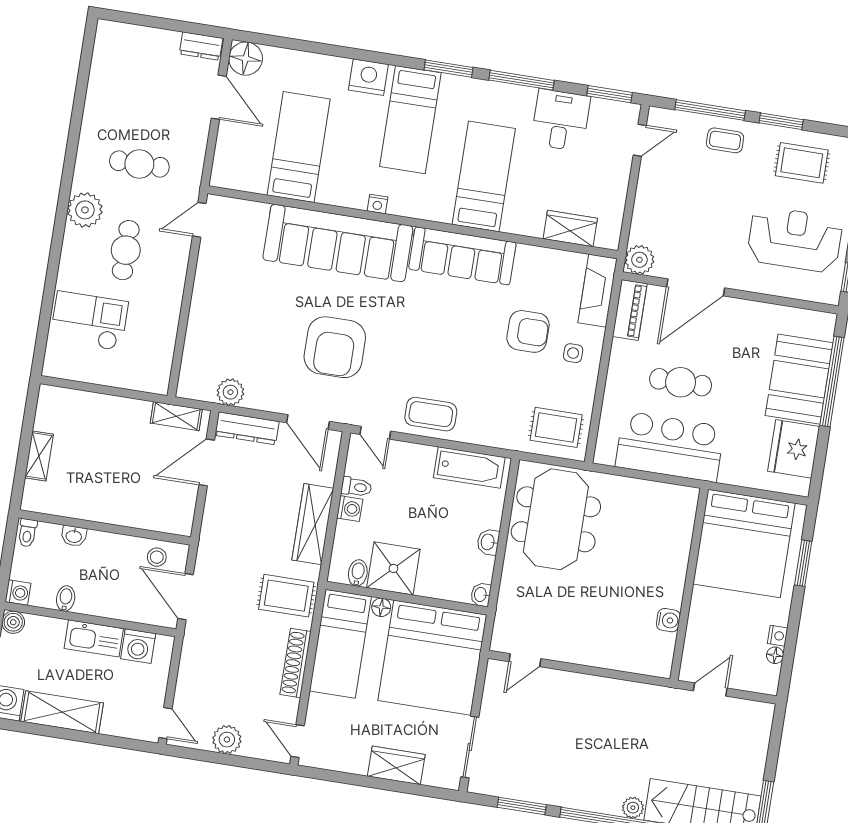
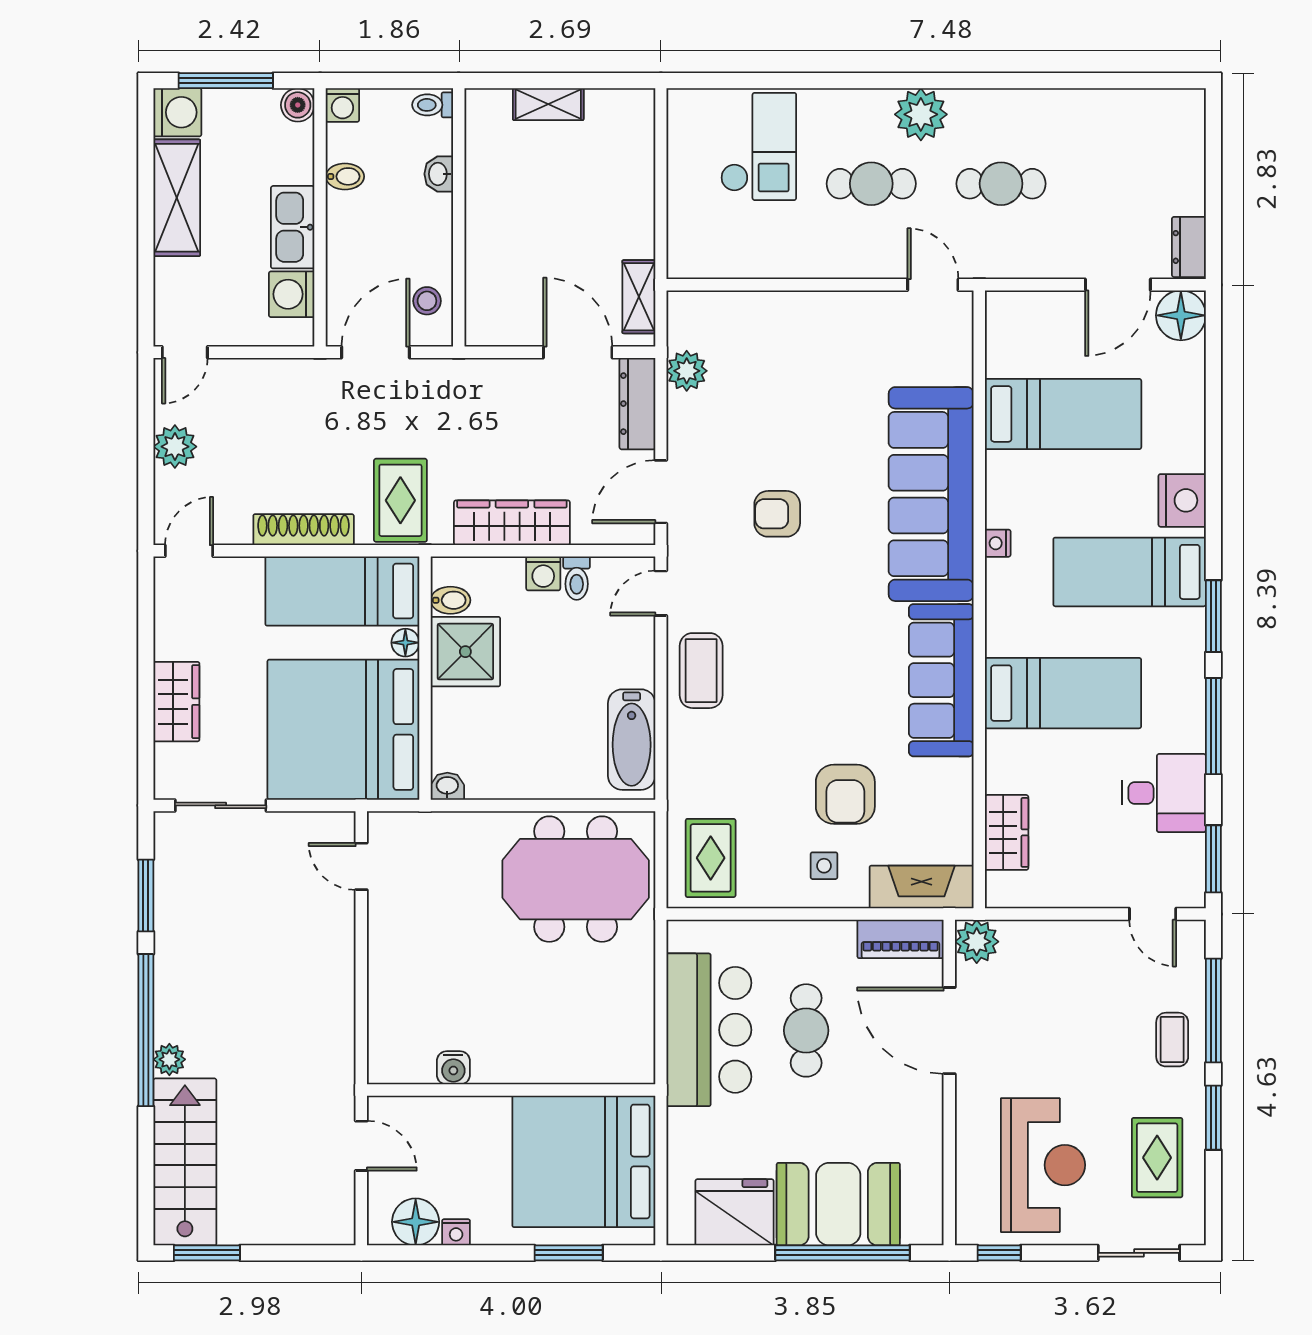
cafe table: (139, 164) -> (1001, 184), turned 90
armchair: (335, 347) -> (777, 514), width x0.53, depth x0.53
washbasin: (488, 542) -> (526, 785), removed
floor lamp: (775, 655) -> (416, 1222), width x1.89, depth x1.89

